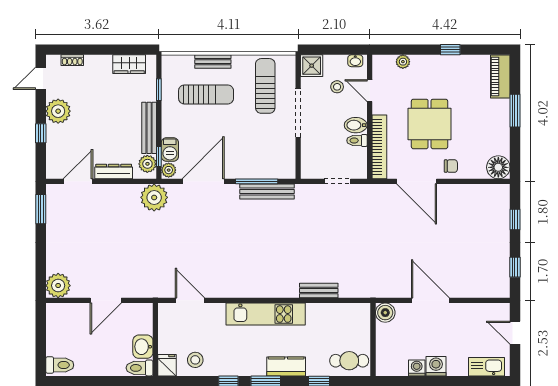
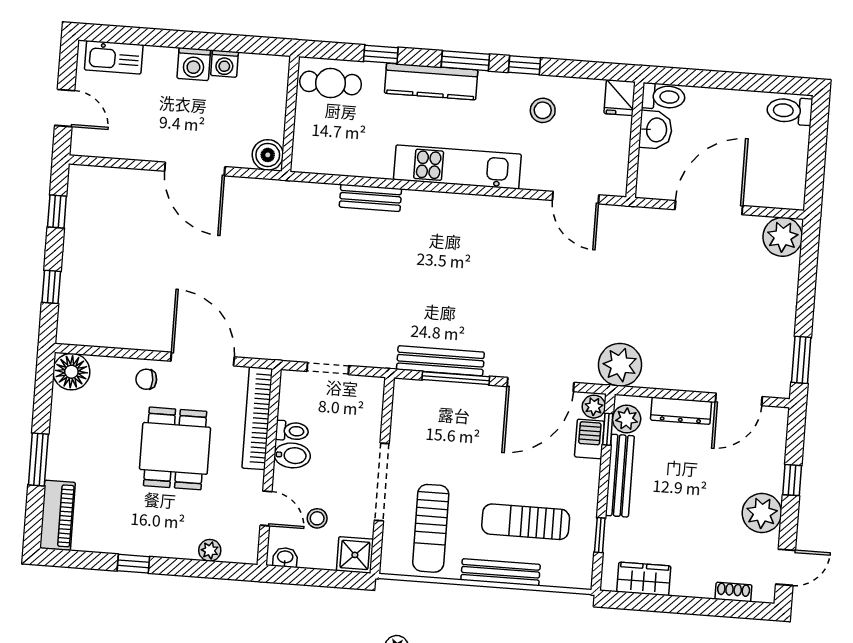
bench: (213, 62) -> (501, 572), width x1.36
door: (106, 300) -> (709, 208), width x1.36
stool: (195, 360) -> (543, 110), moved
kitchen counter: (286, 366) -> (431, 82), width x1.50

